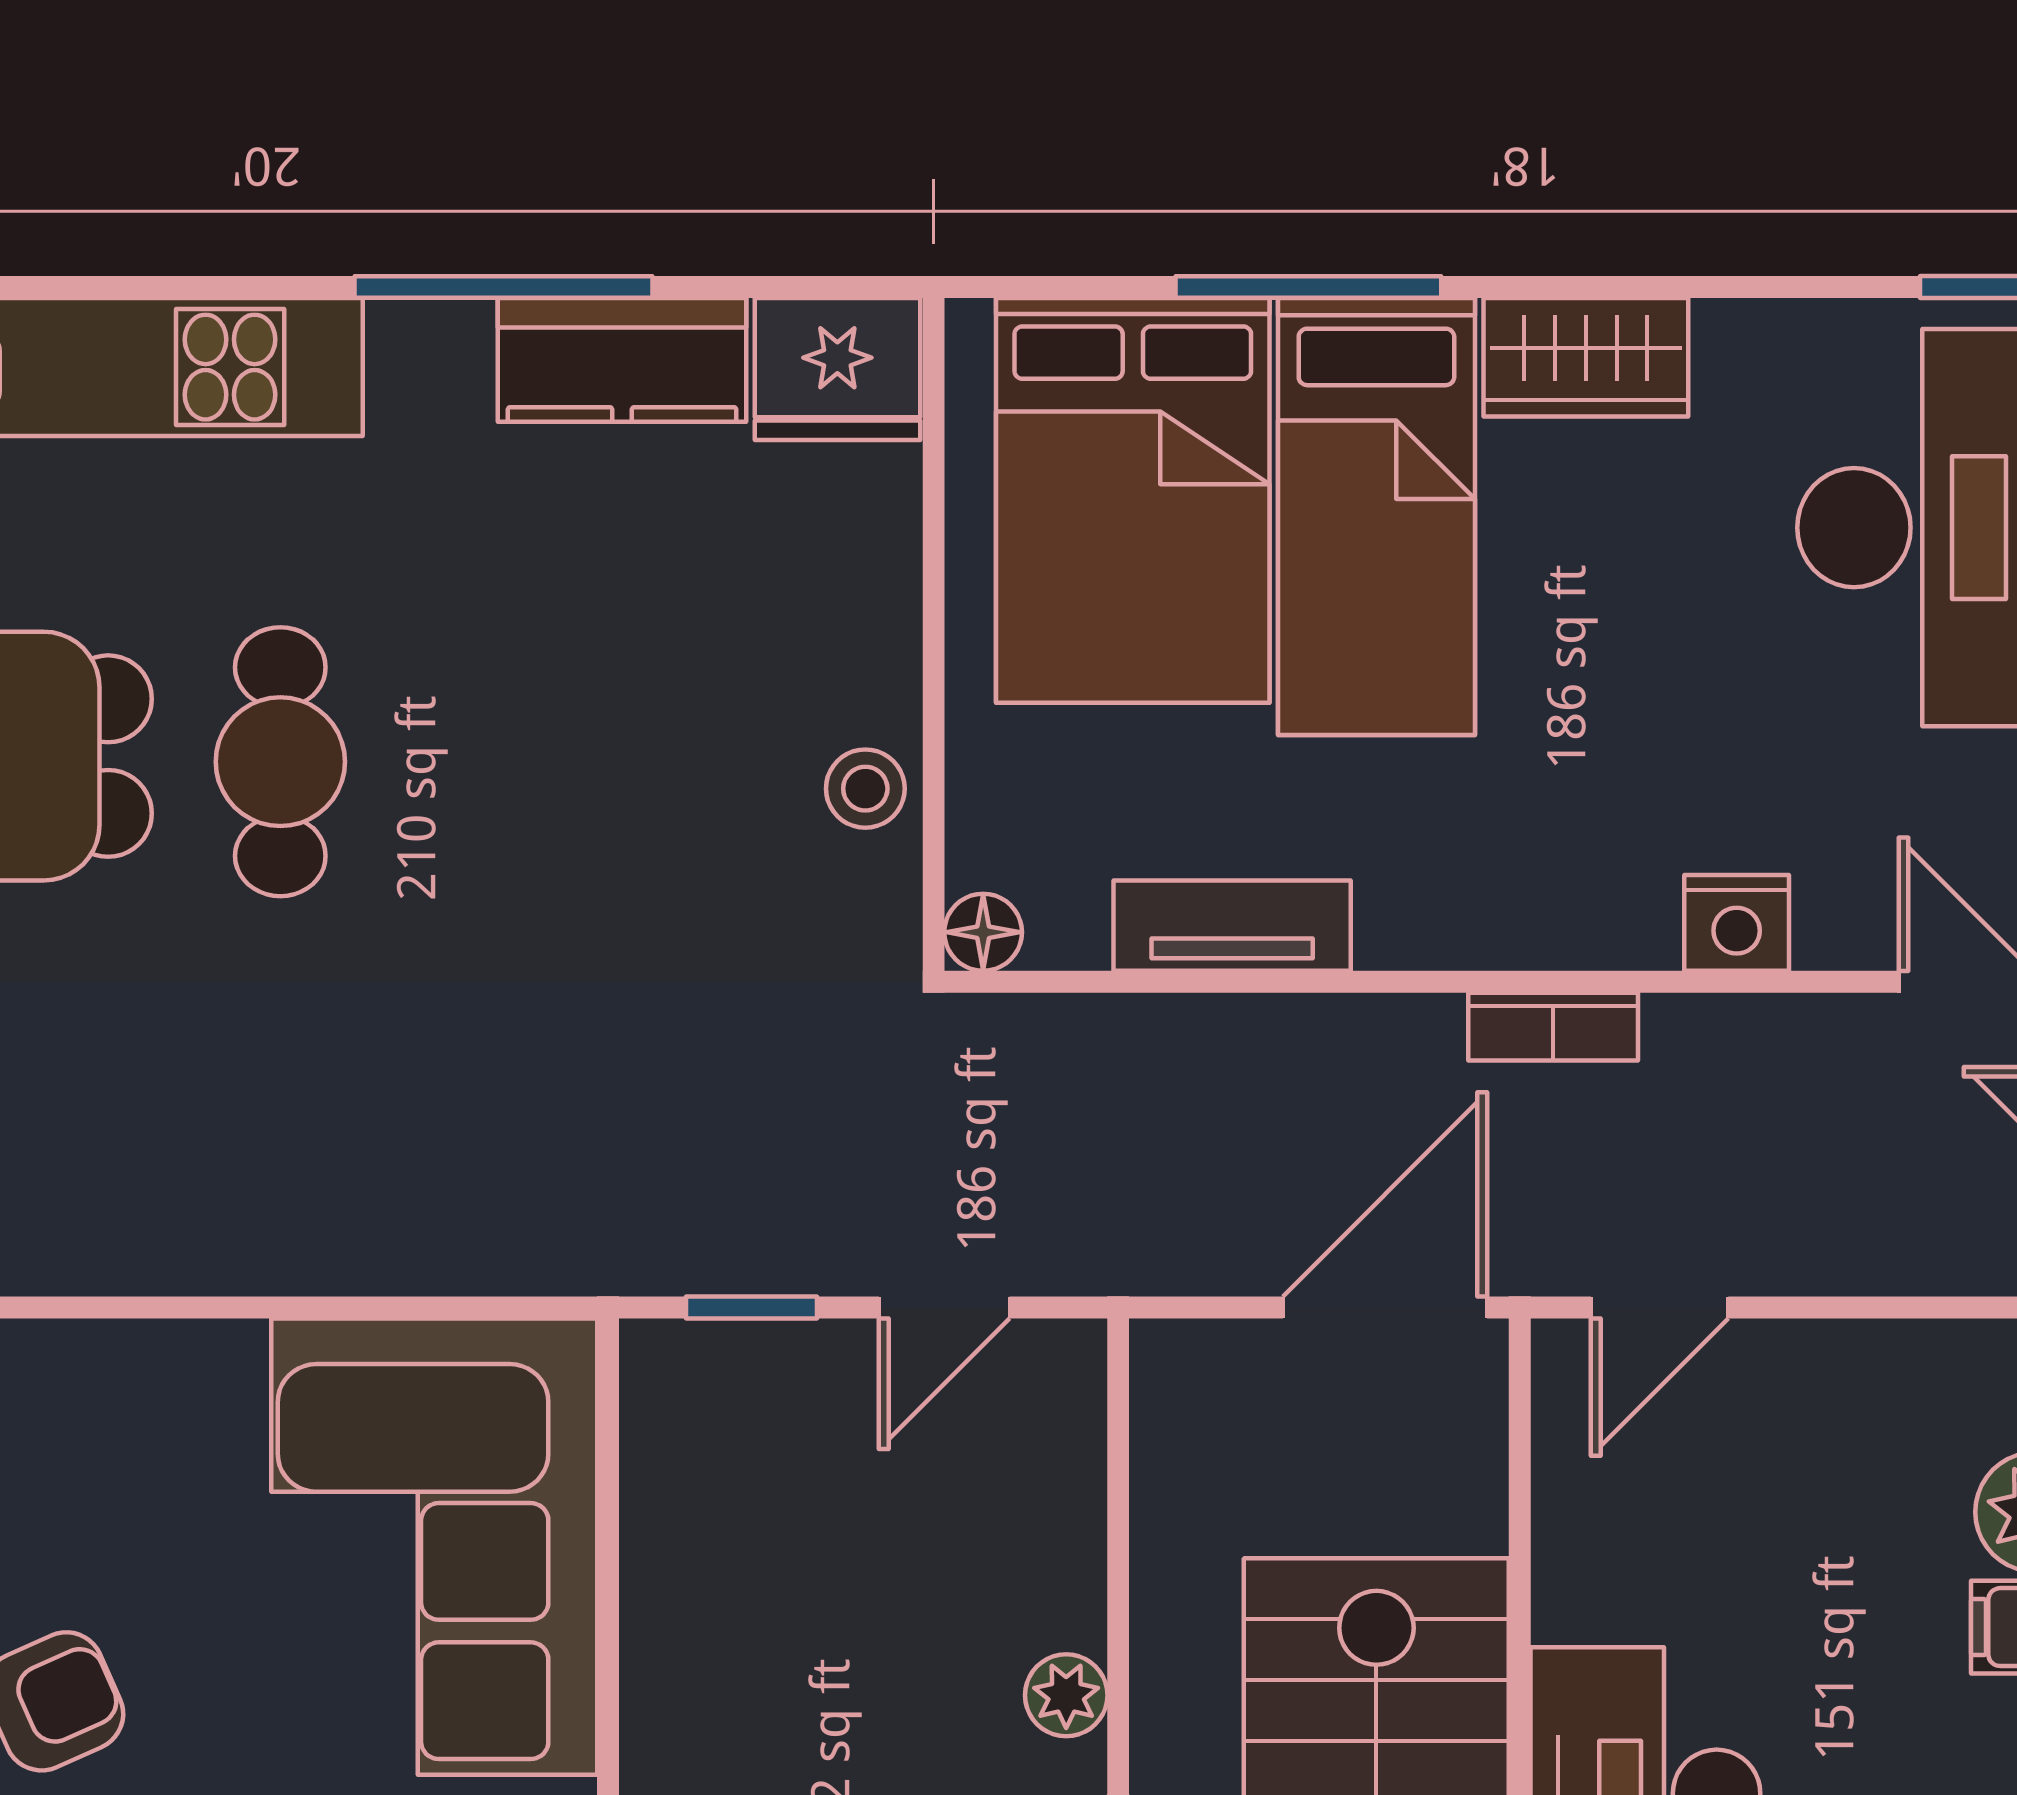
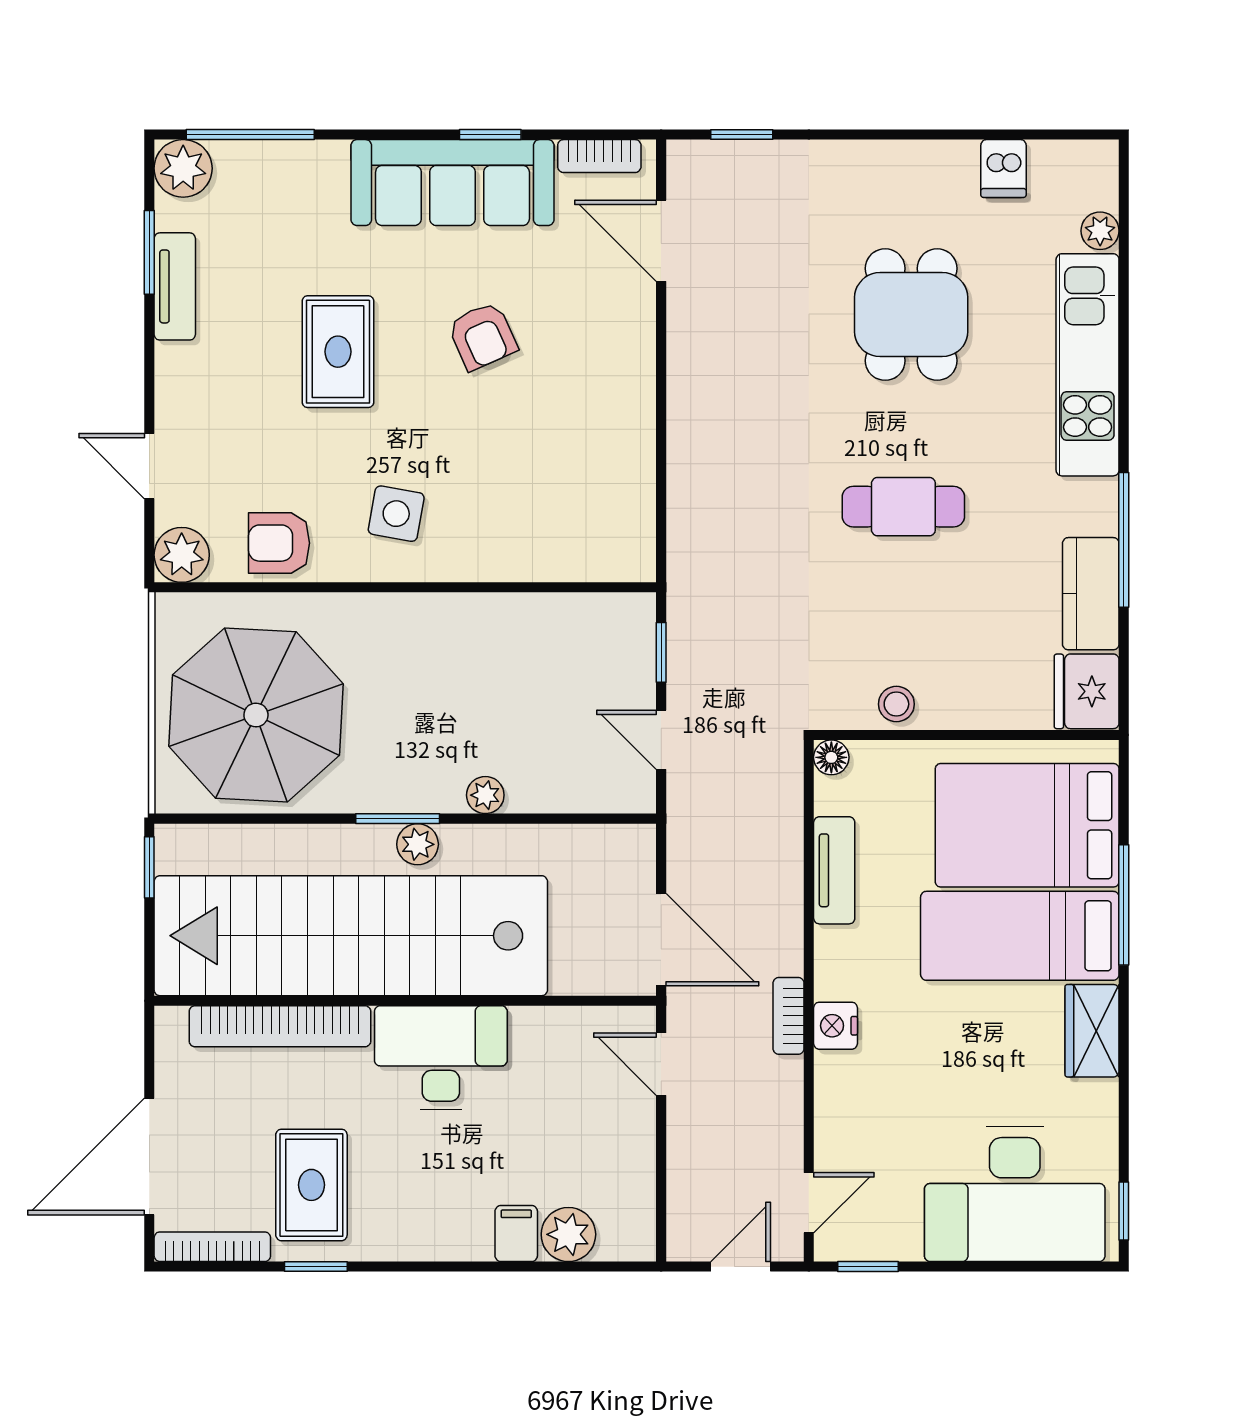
cafe table: (280, 762) -> (903, 507), moved
nightstand: (1737, 923) -> (835, 1026), moved
corner sofa: (434, 1547) -> (553, 509), removed

